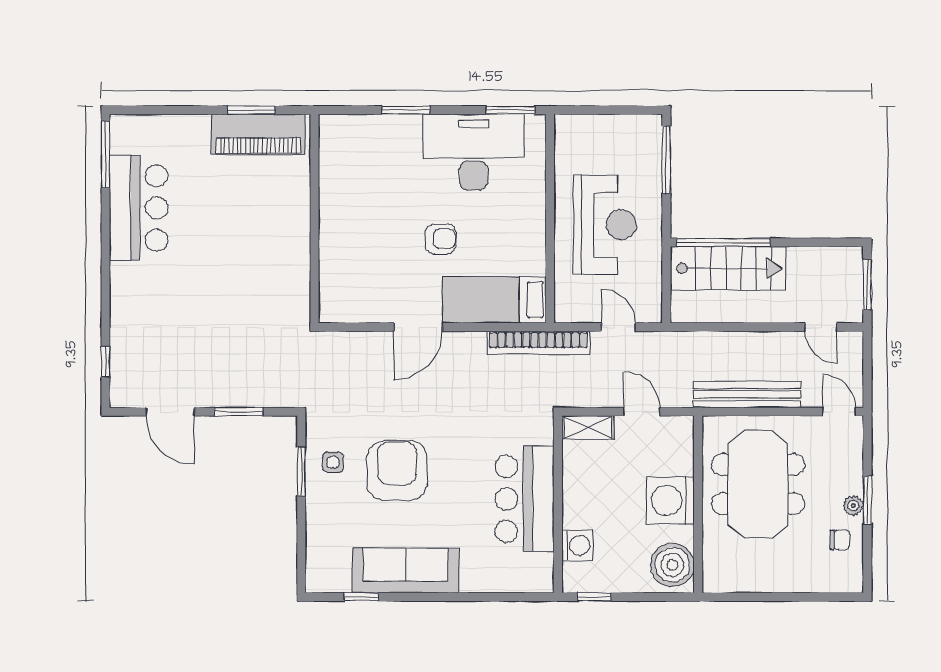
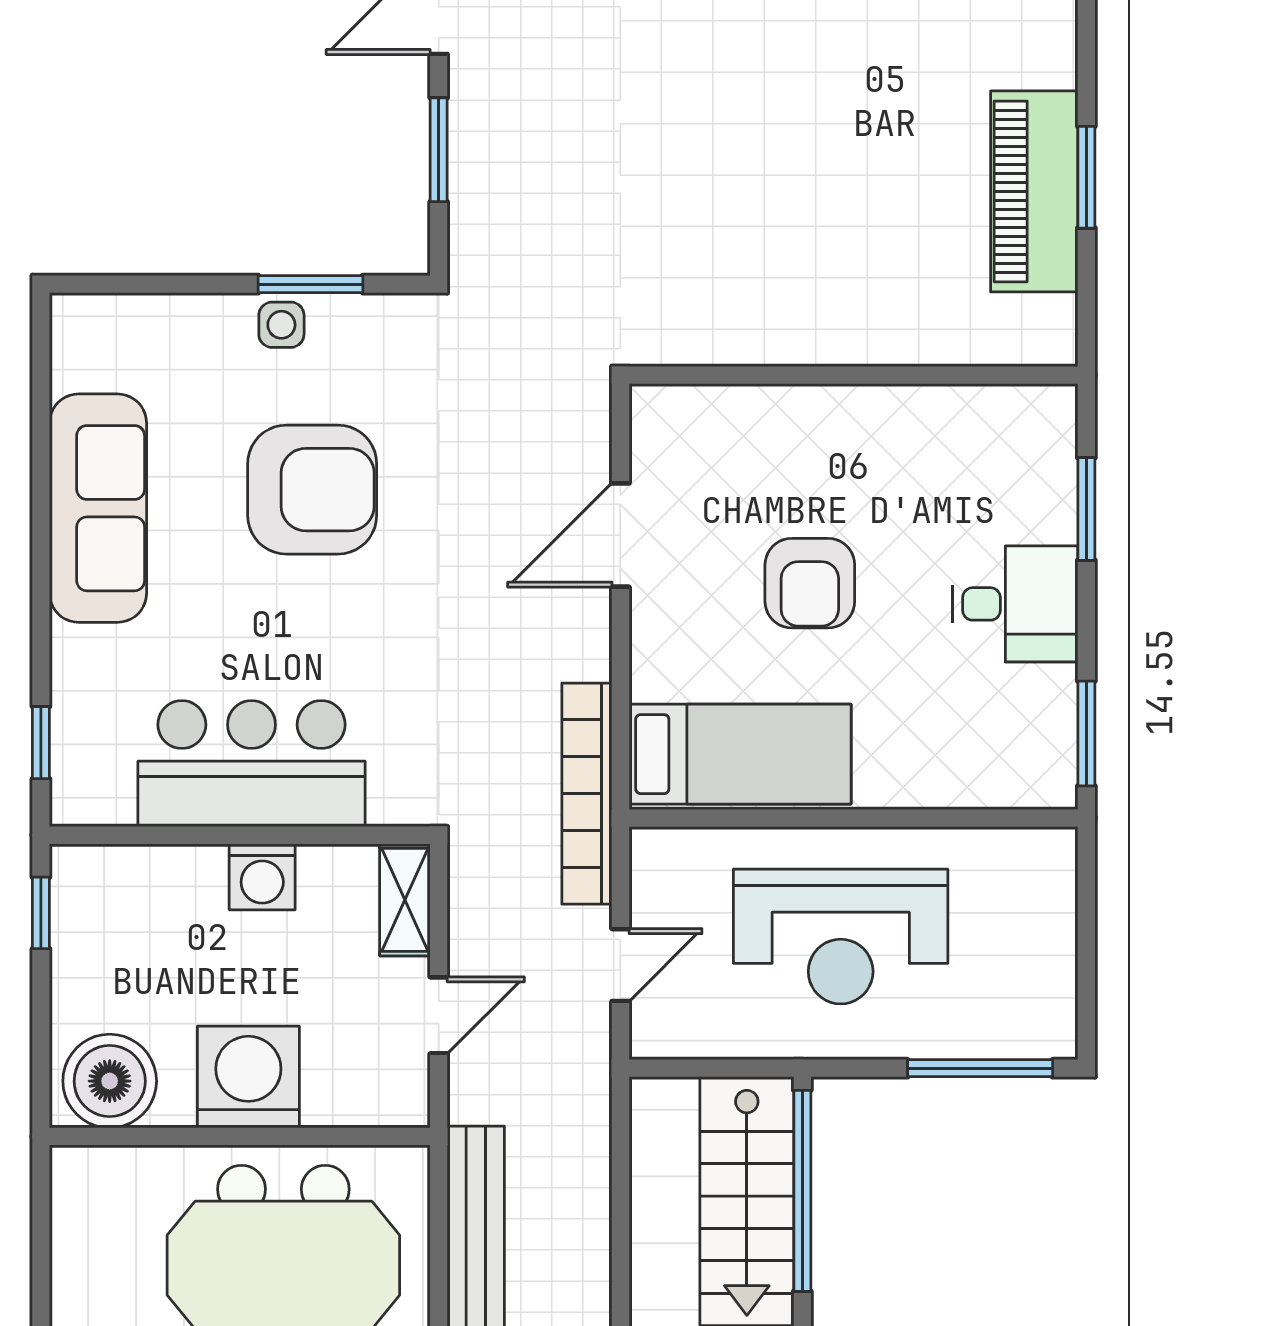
desk: (474, 152) -> (1015, 604), width x0.53, depth x0.77
wall: (314, 219) -> (853, 375), moved
armchair: (440, 239) -> (810, 583), width x1.38, depth x1.38
bed: (494, 300) -> (740, 754), moved, turned 90
door: (418, 327) -> (620, 535), hinge flipped
side table: (333, 462) -> (281, 325), moved
washing machine: (577, 545) -> (262, 877), moved
window: (361, 597) -> (41, 743), moved

